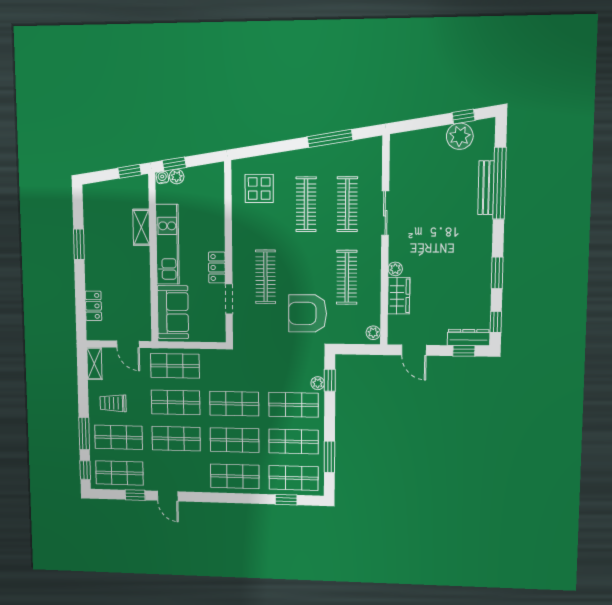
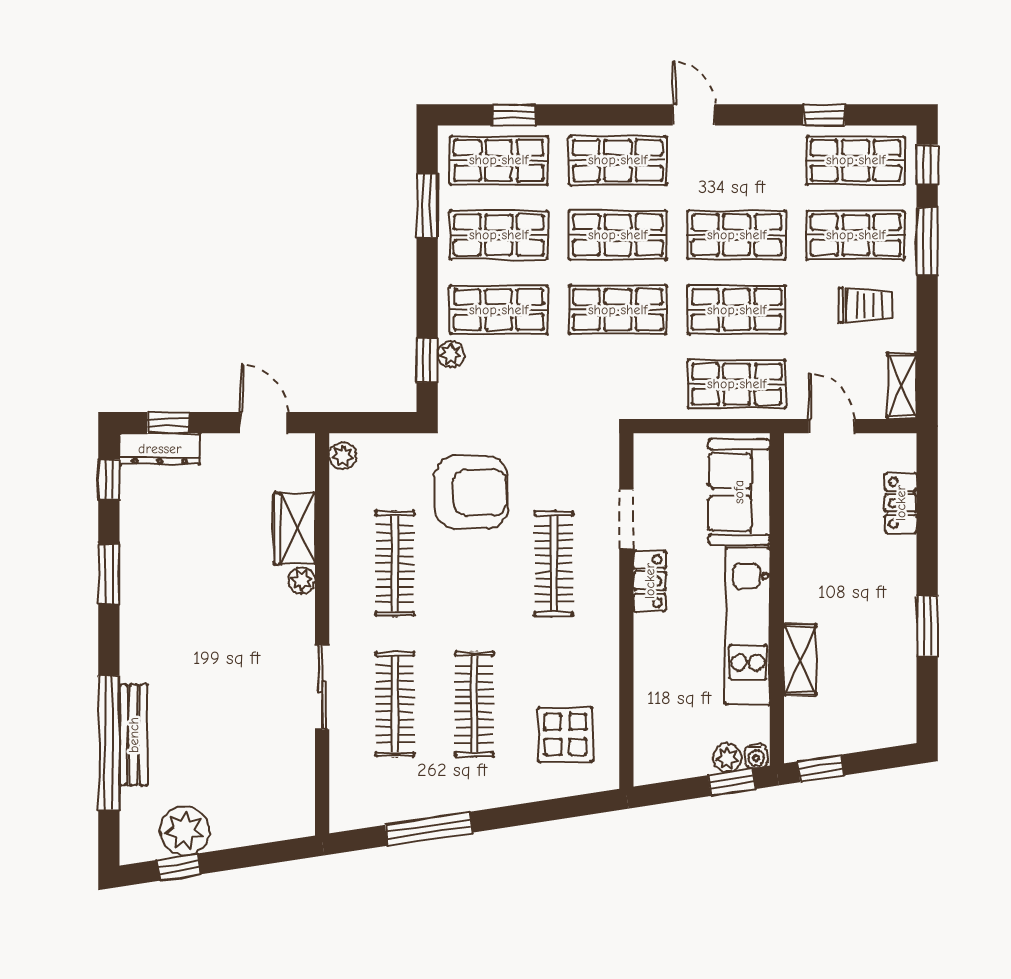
door: (168, 496) -> (694, 115), moved

